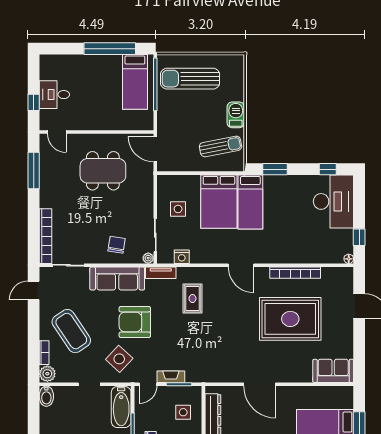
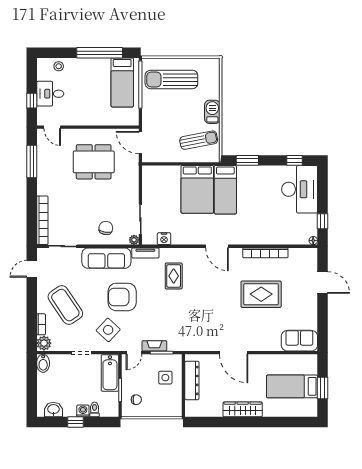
stool: (64, 64) -> (59, 66), added
side table: (178, 209) -> (161, 196), removed
rug: (290, 319) -> (261, 294), width x0.73, depth x0.69

